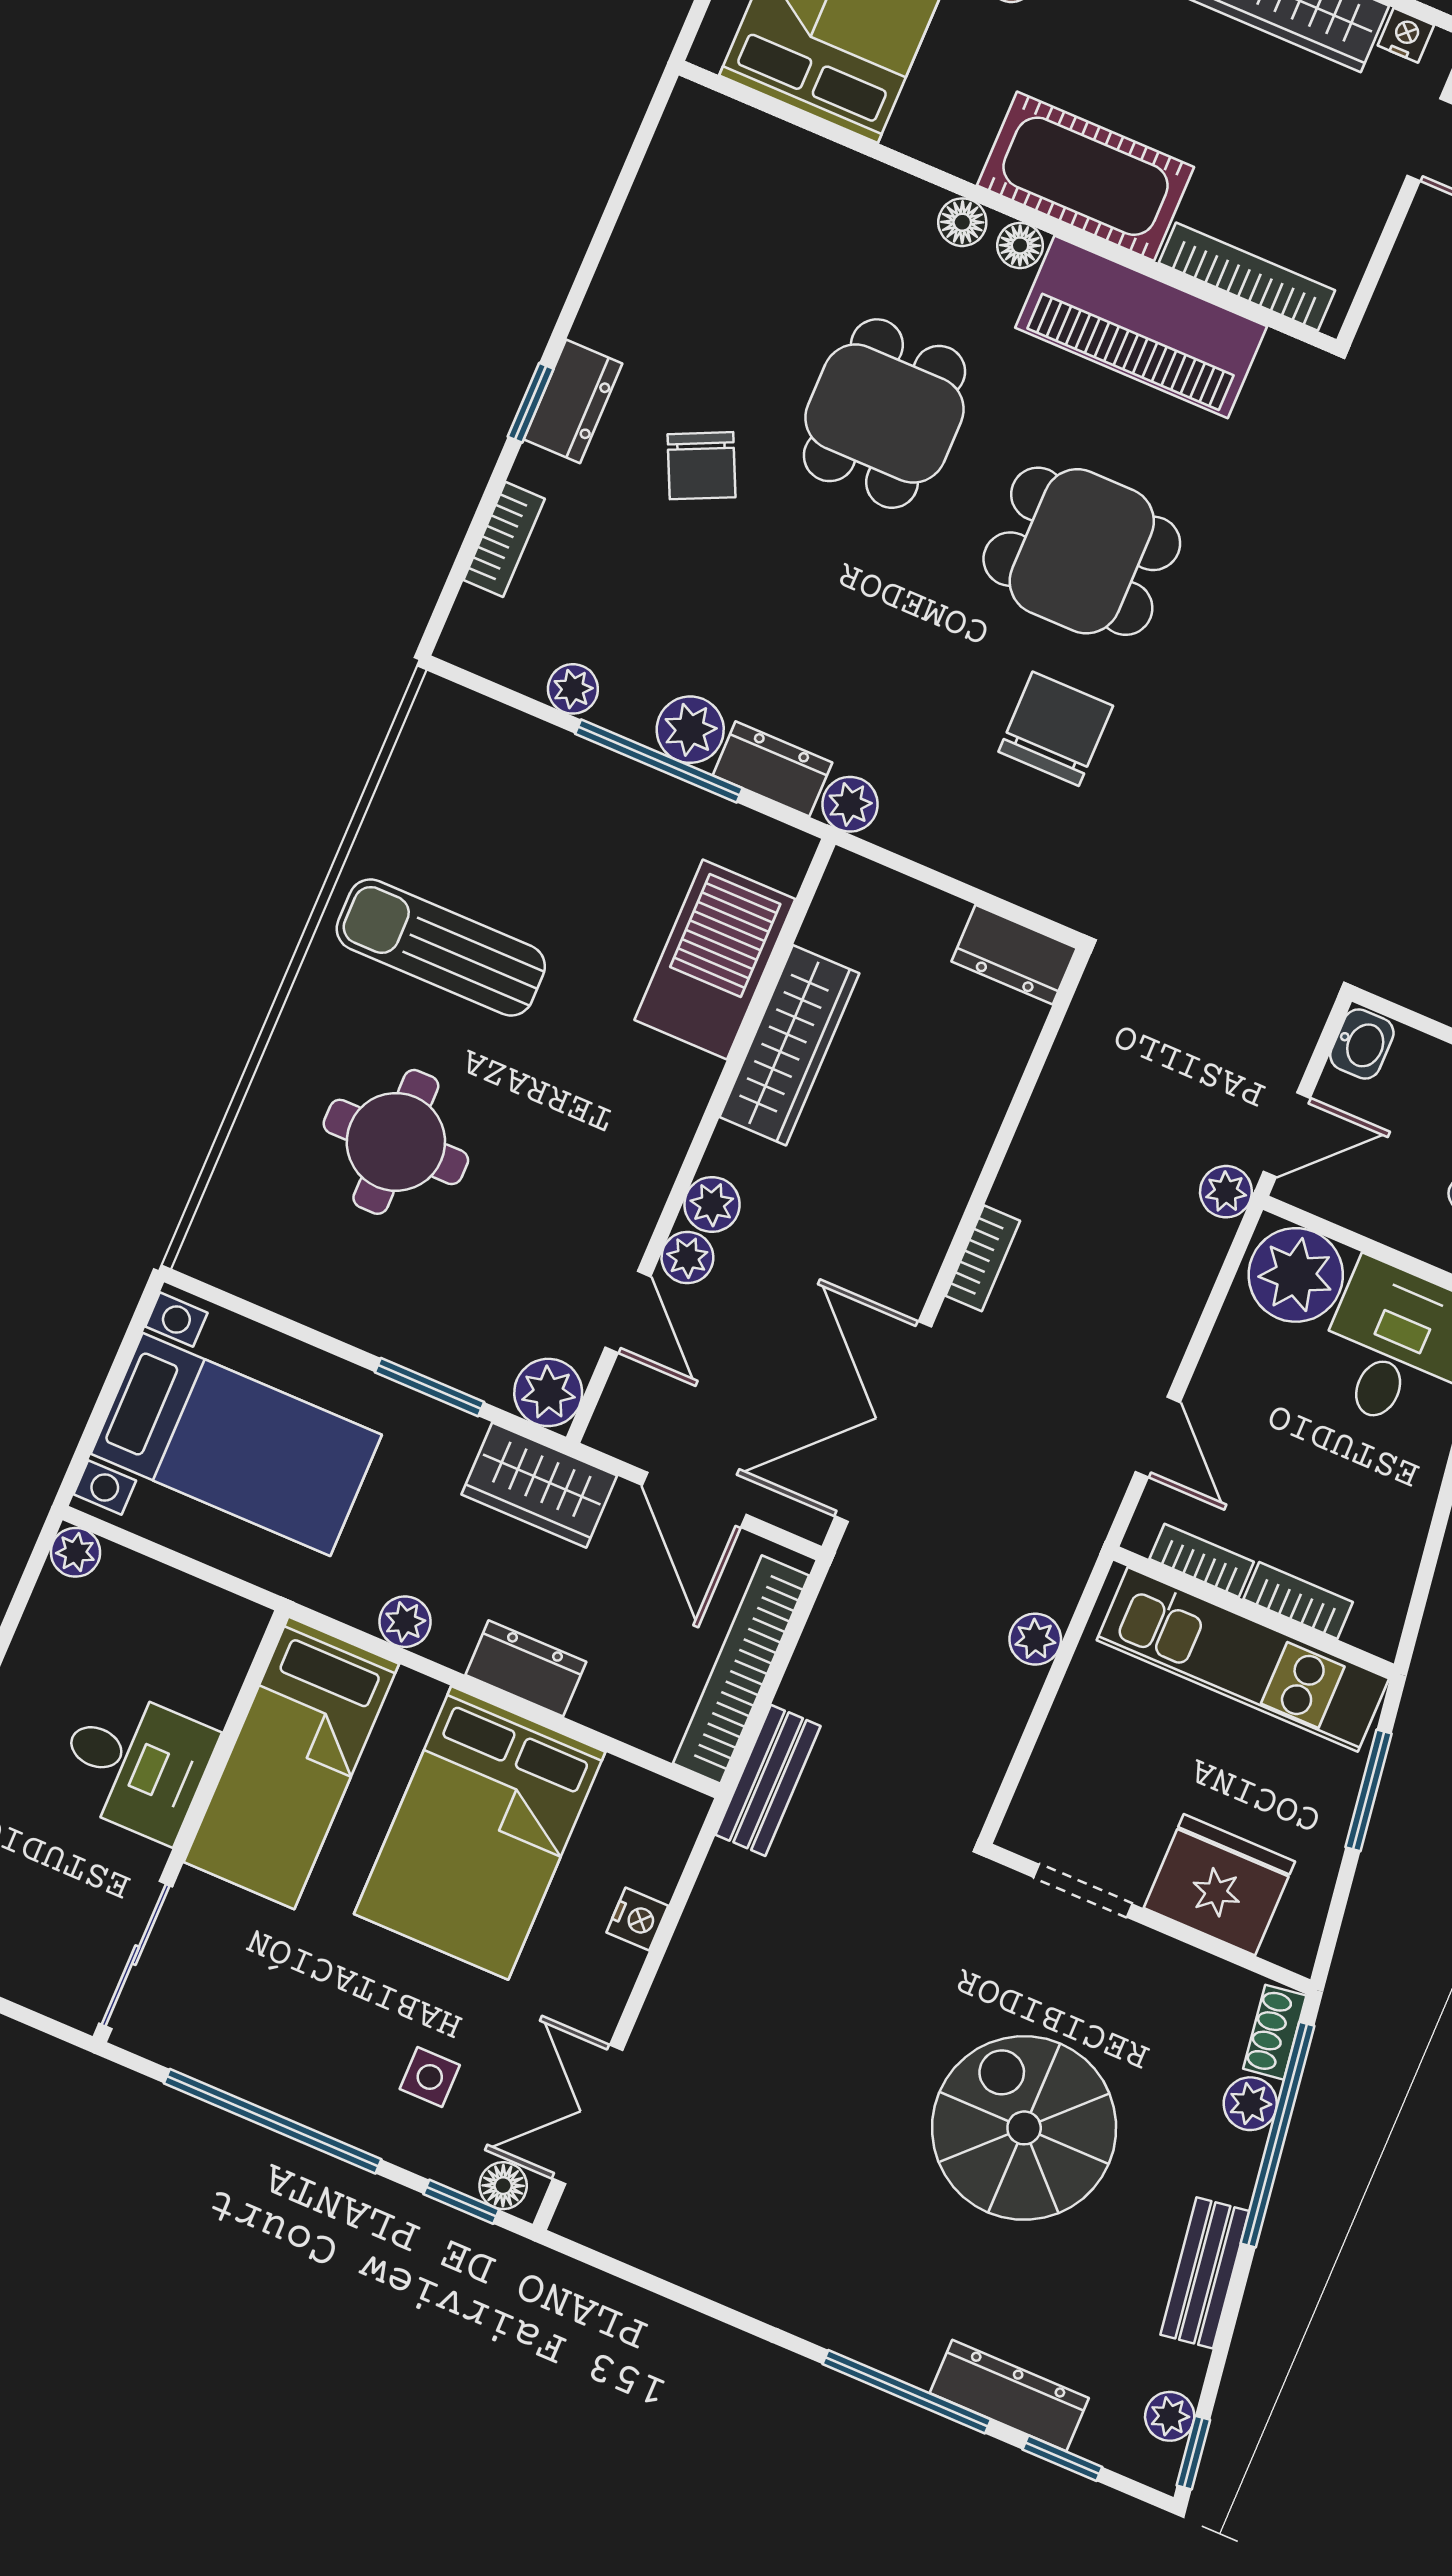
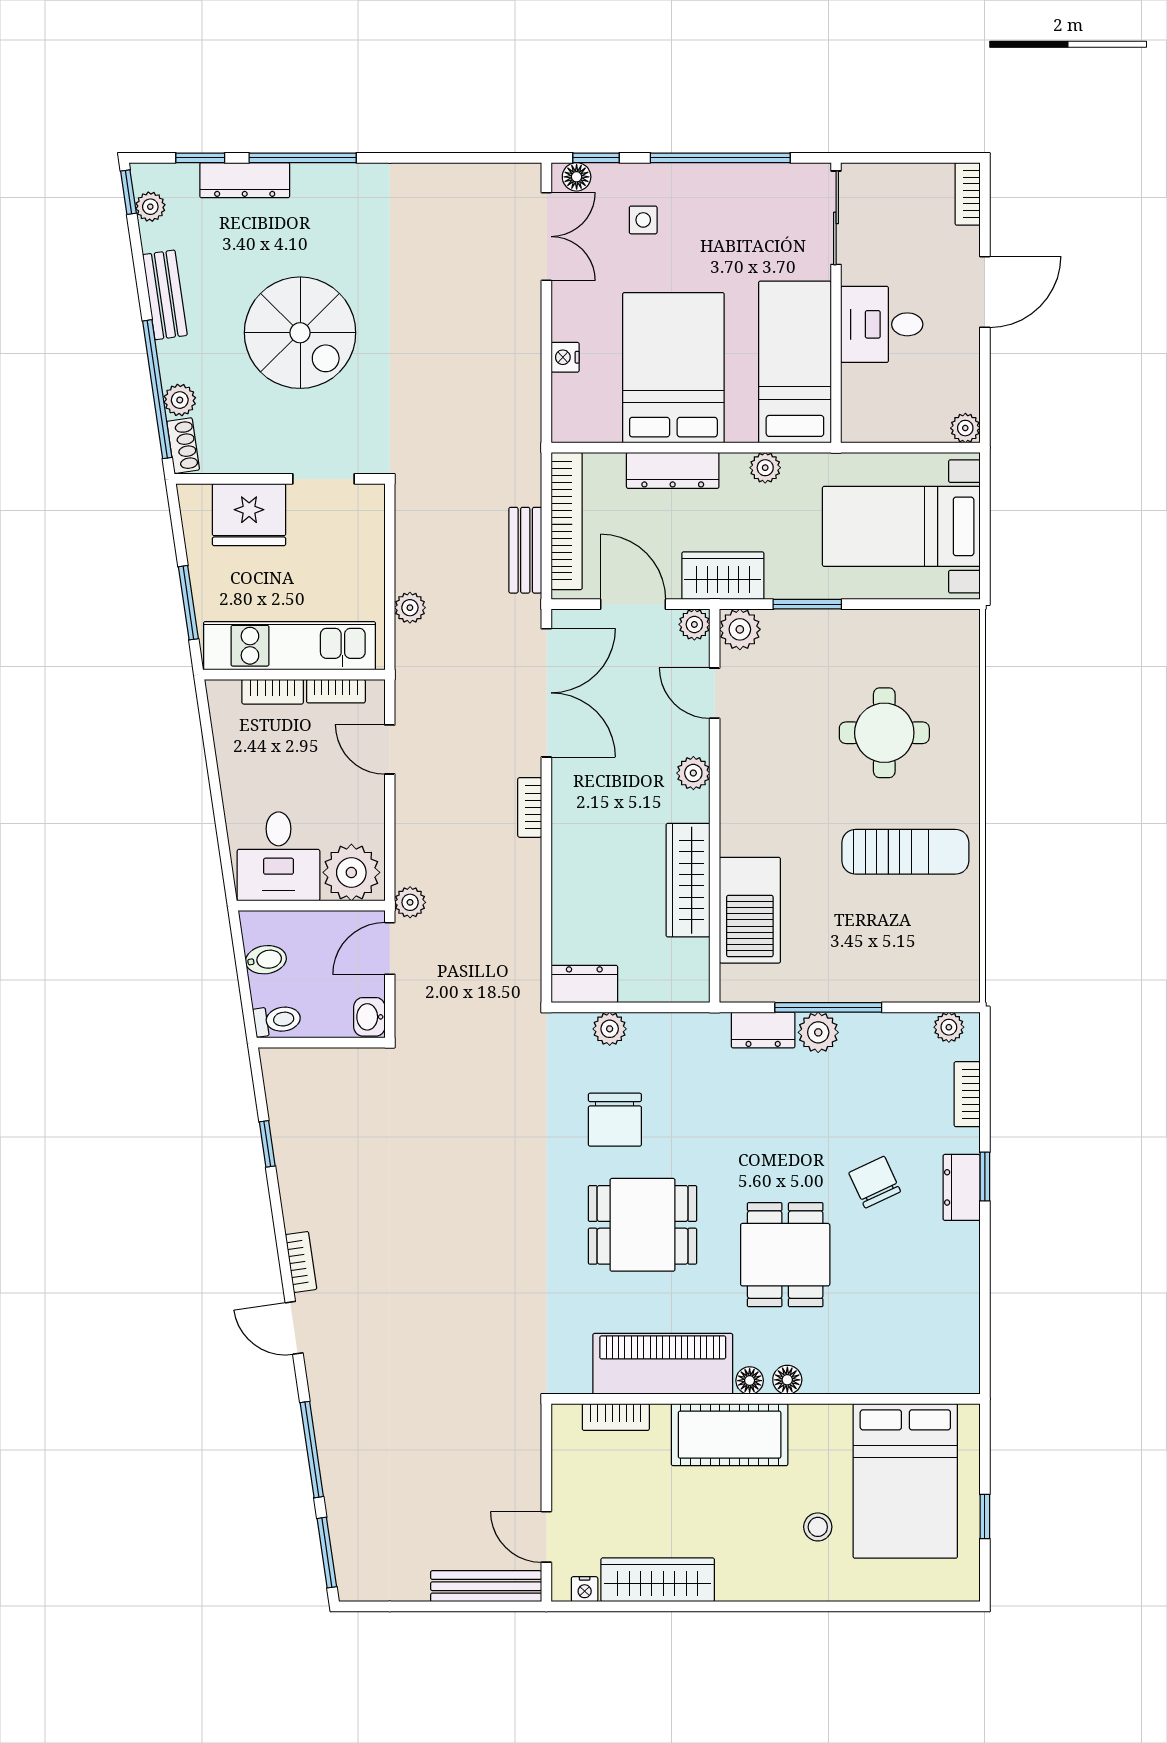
bookcase: (1247, 277) -> (616, 1417), width x0.64
plant: (573, 689) -> (949, 1027), moved
plant: (850, 804) -> (610, 1029), moved
plant: (687, 1258) -> (694, 624), moved
dresser: (526, 1668) -> (673, 470), width x1.44
bench: (768, 1780) -> (525, 550), moved

